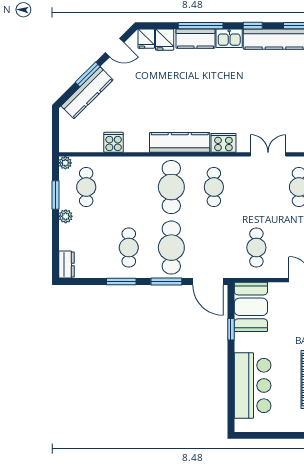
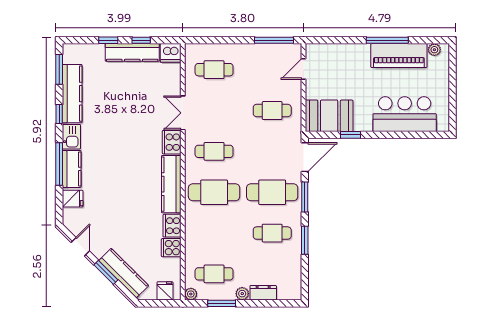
fridge: (146, 39) -> (165, 291), moved, turned -90
cooker: (136, 143) -> (172, 226), added
double door: (268, 154) -> (183, 113), moved
dresser: (67, 265) -> (263, 293), moved

